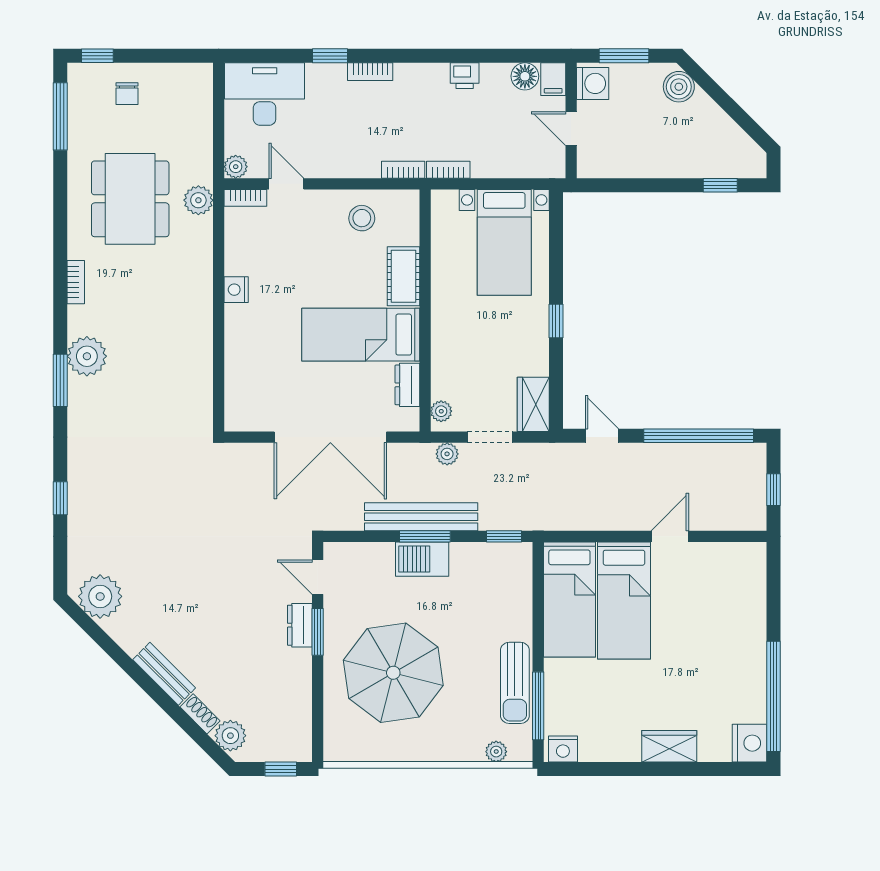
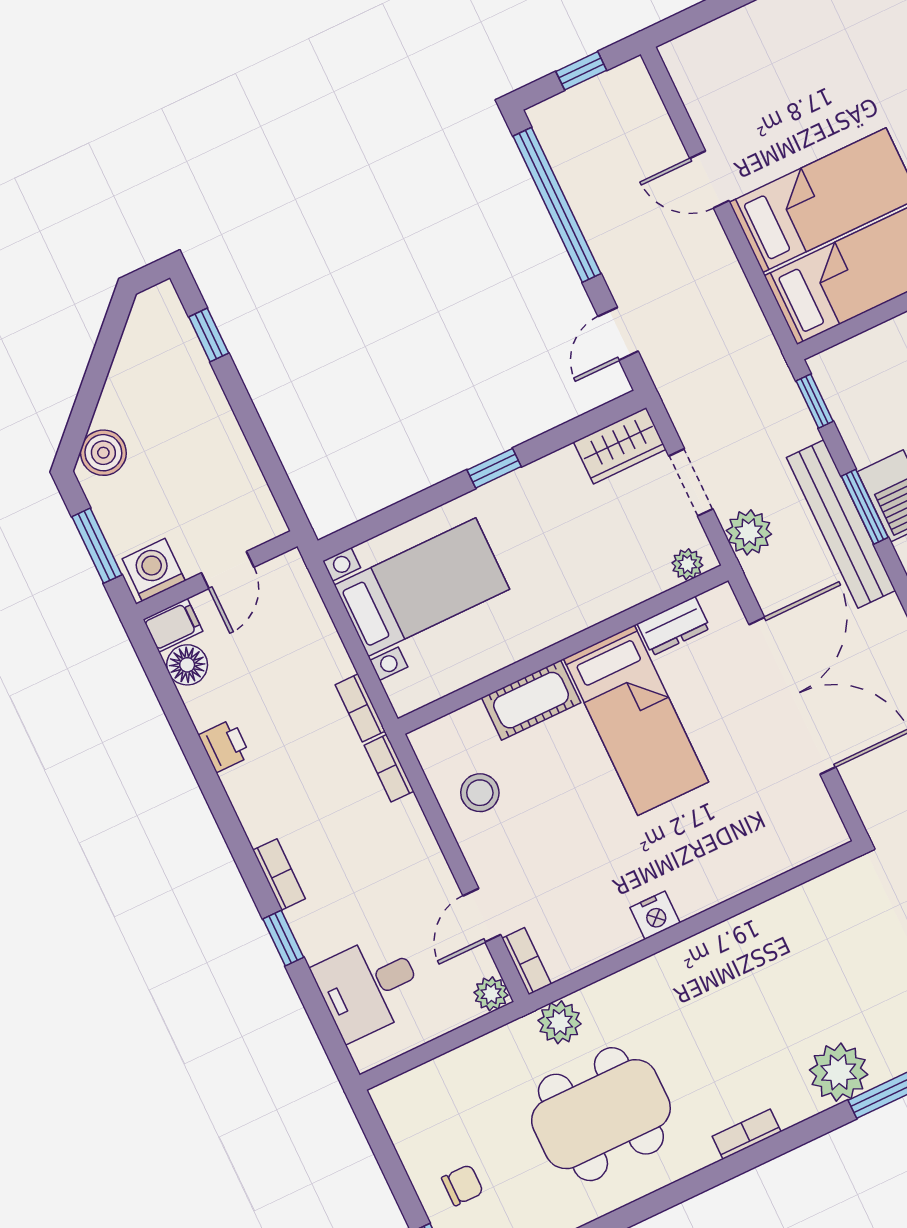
desk: (265, 94) -> (369, 987), width x0.73
plant: (447, 454) -> (749, 532), width x1.38, depth x1.38

